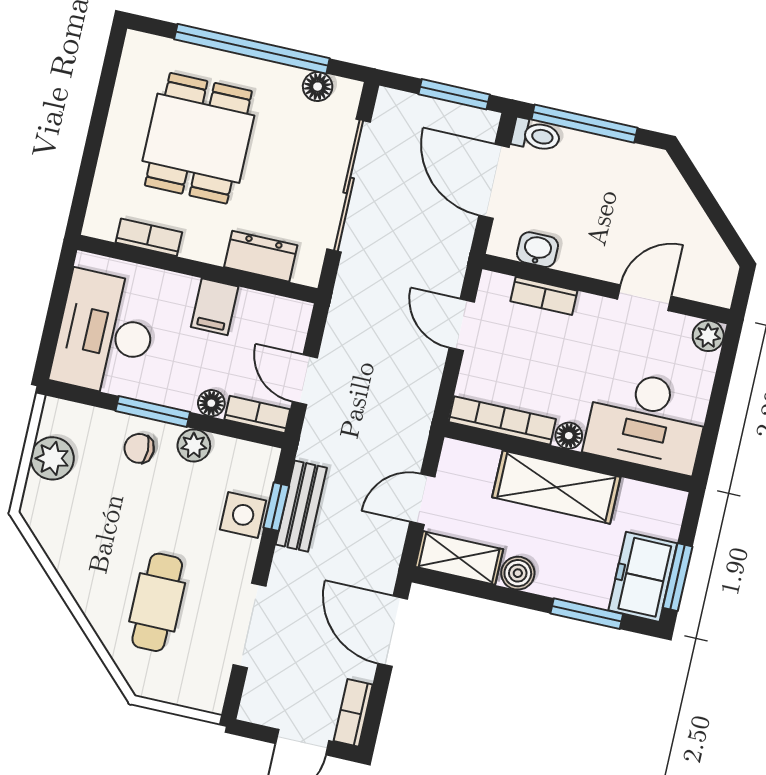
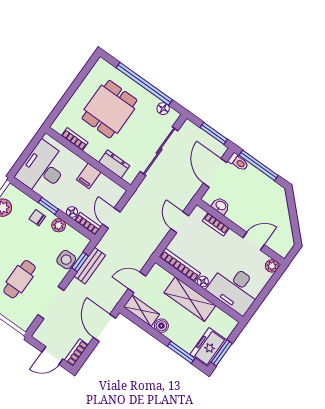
window: (153, 412) -> (48, 206), width x0.67

